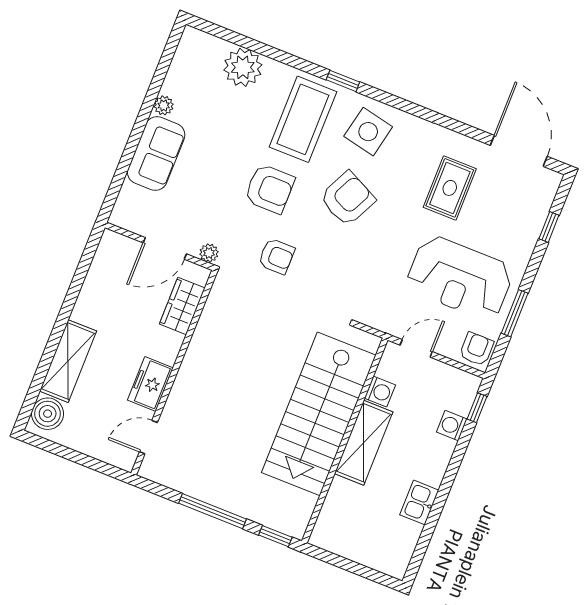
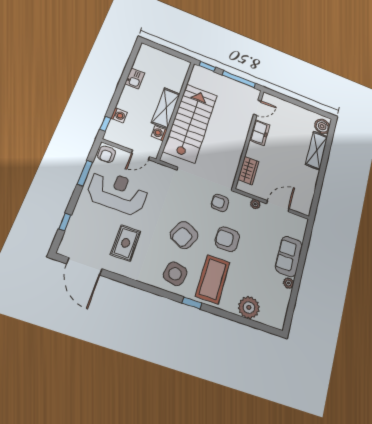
wardrobe: (182, 306) -> (248, 170), moved
wall: (174, 373) -> (249, 138), moved
freezer: (150, 384) -> (260, 133), moved
door: (148, 437) -> (257, 108), moved

